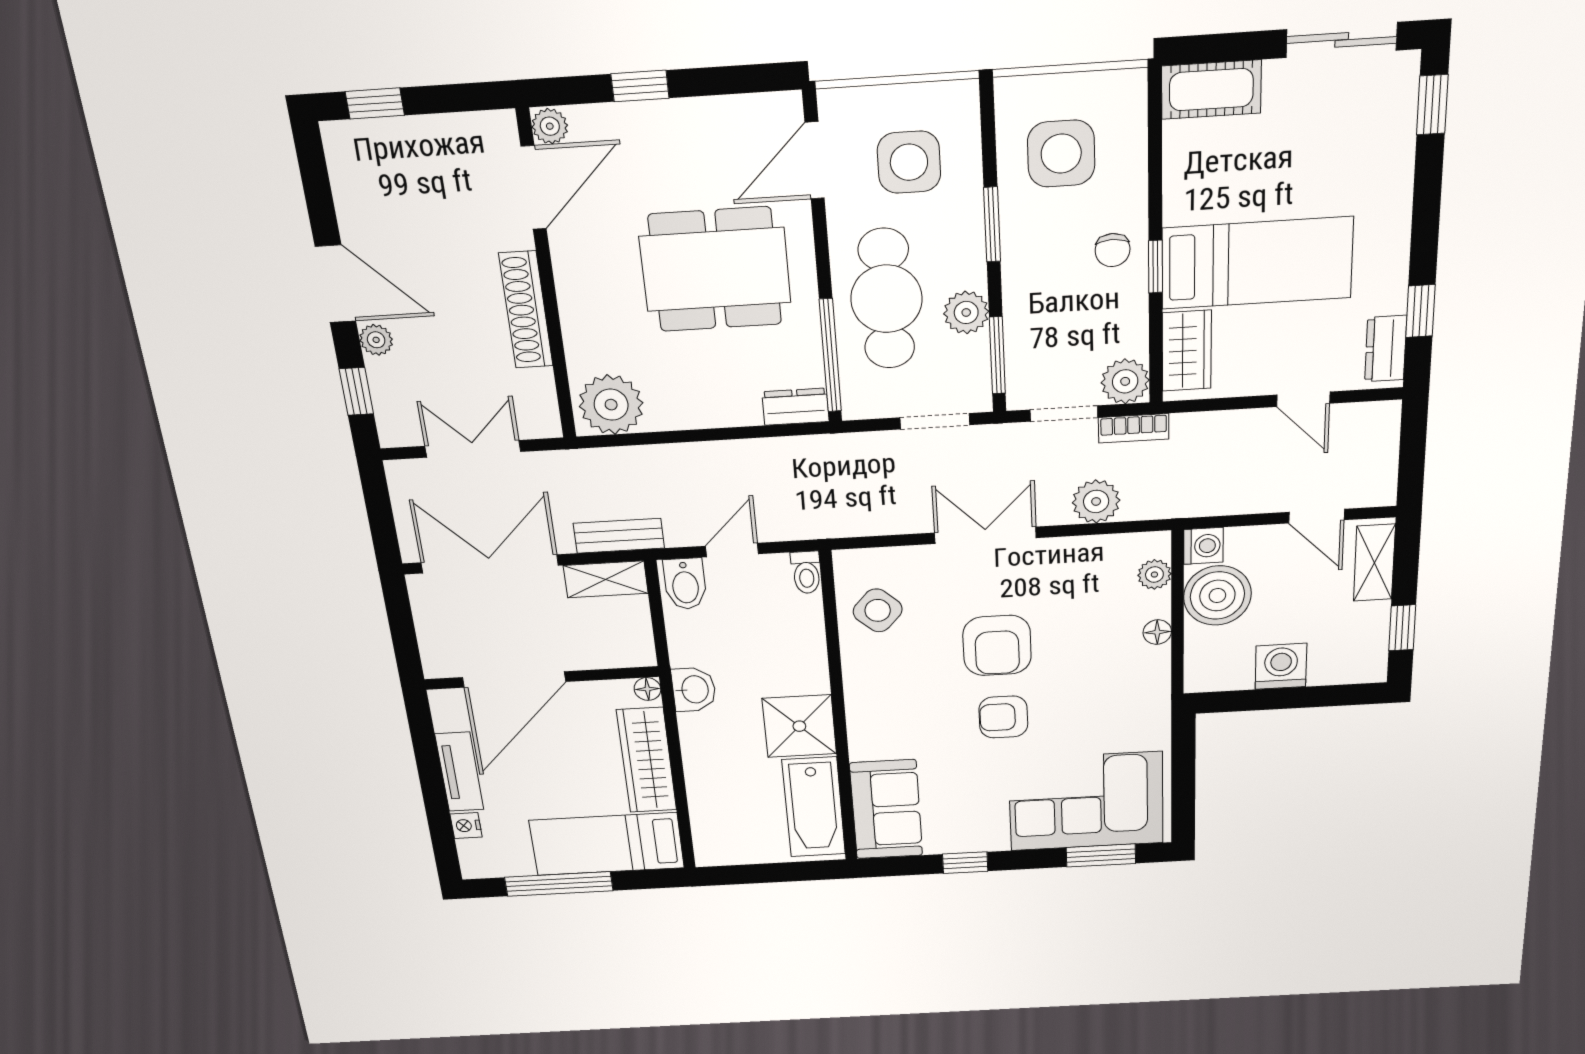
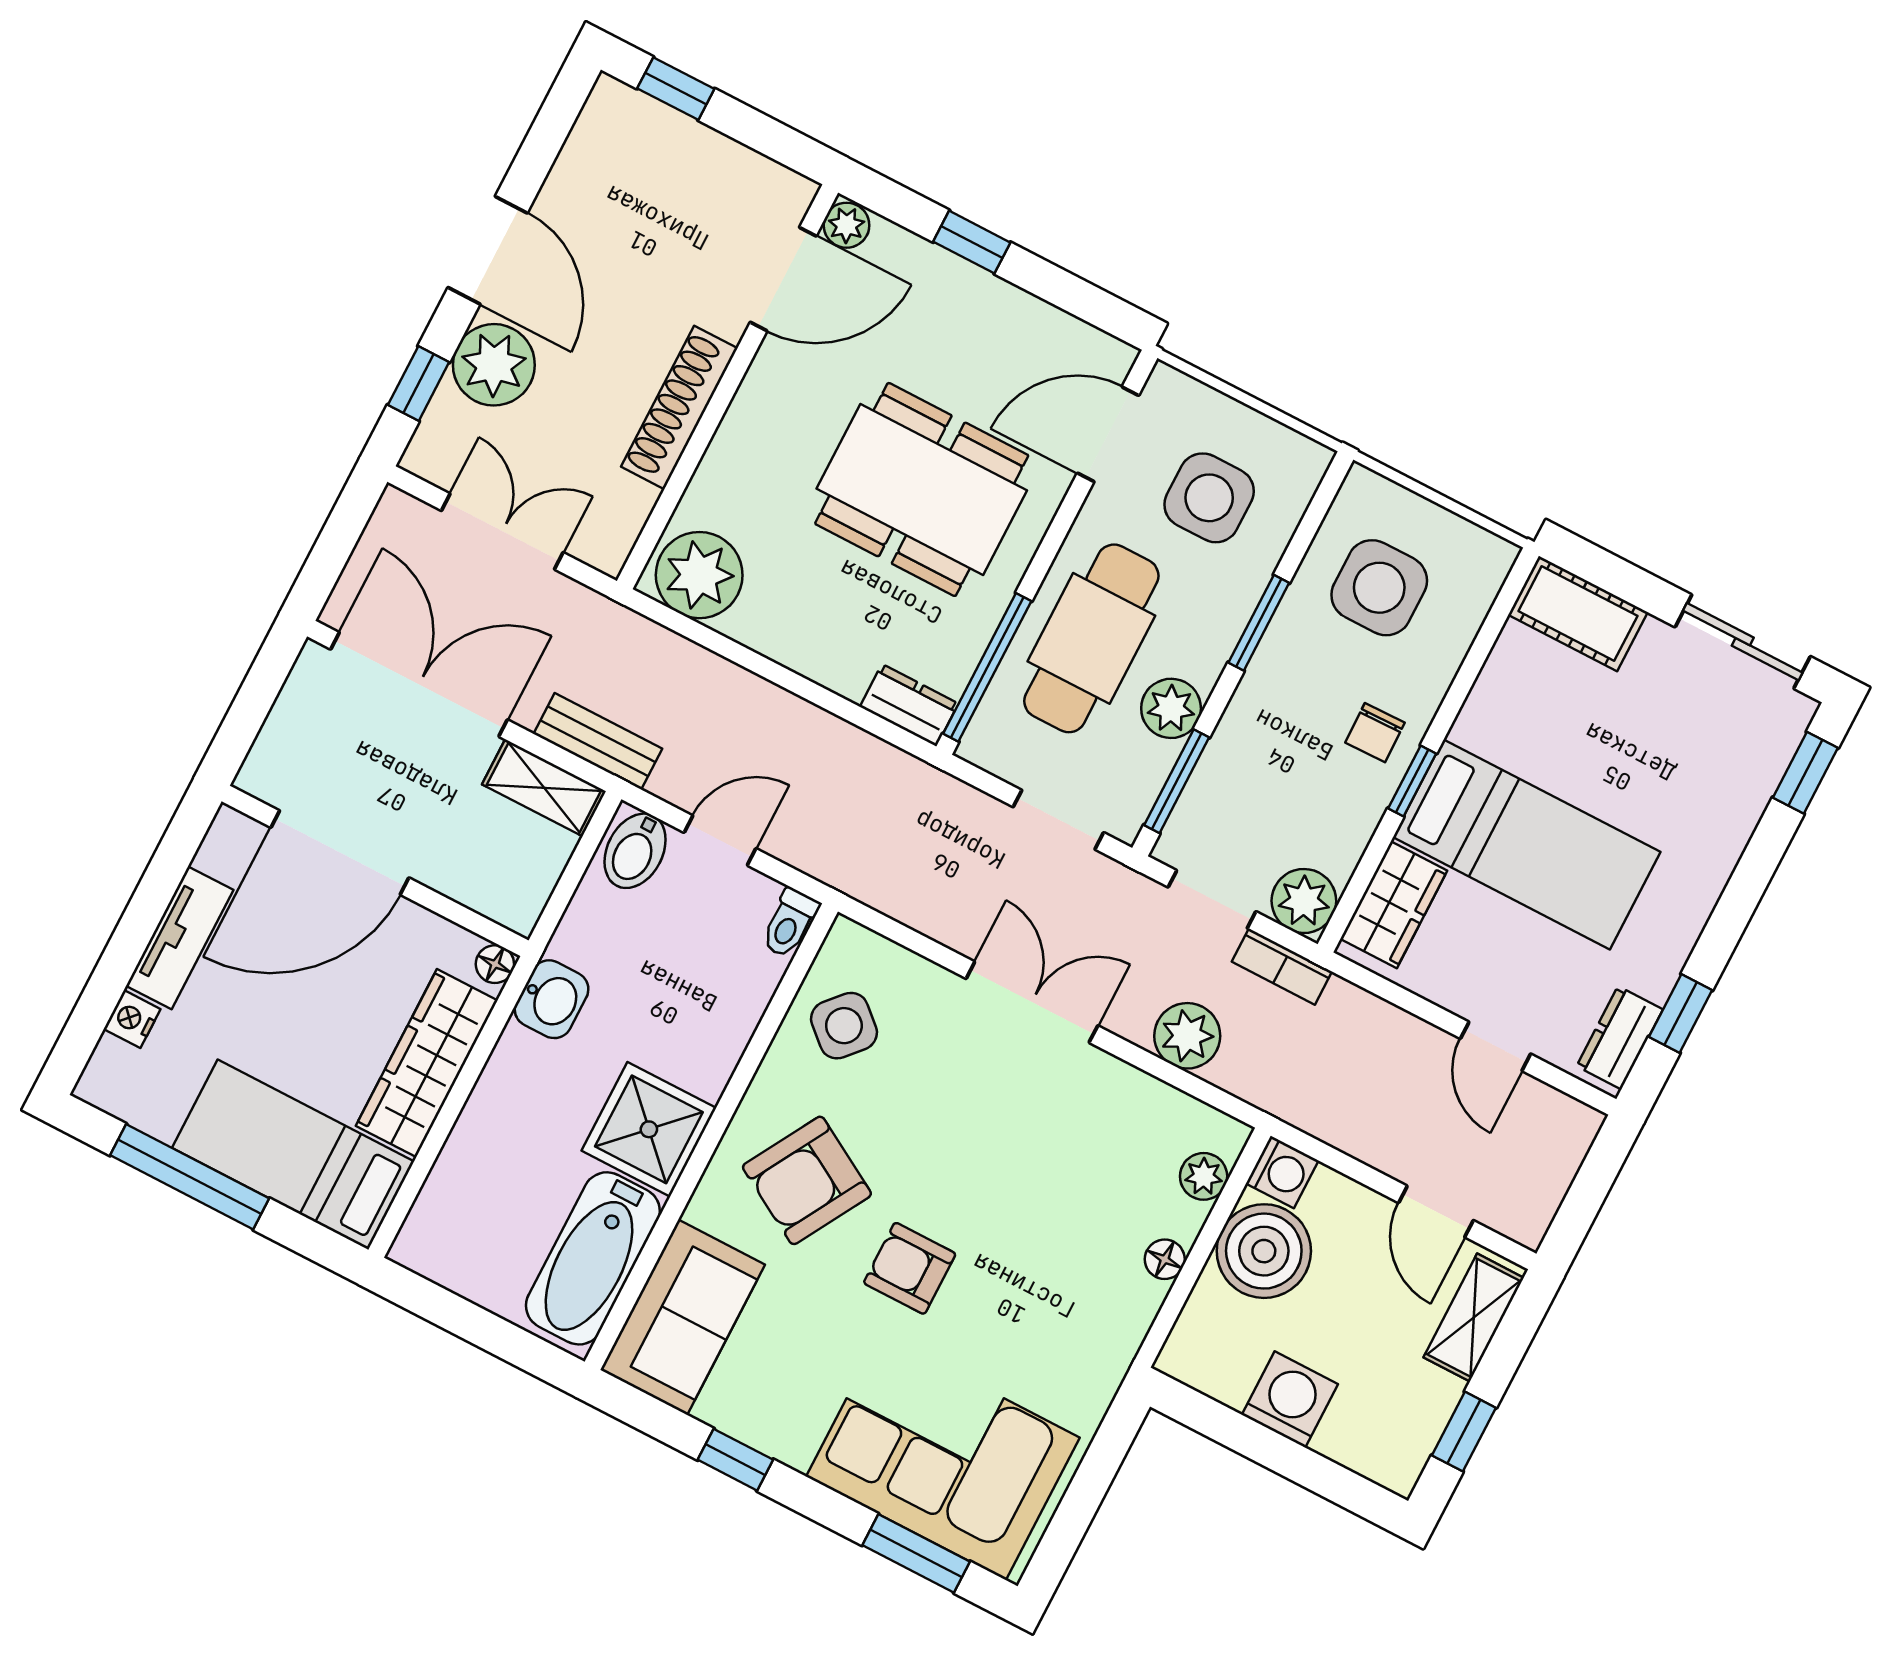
plant: (376, 340) -> (494, 365), width x1.87, depth x1.87
armchair: (997, 646) -> (807, 1180), moved, turned 30

